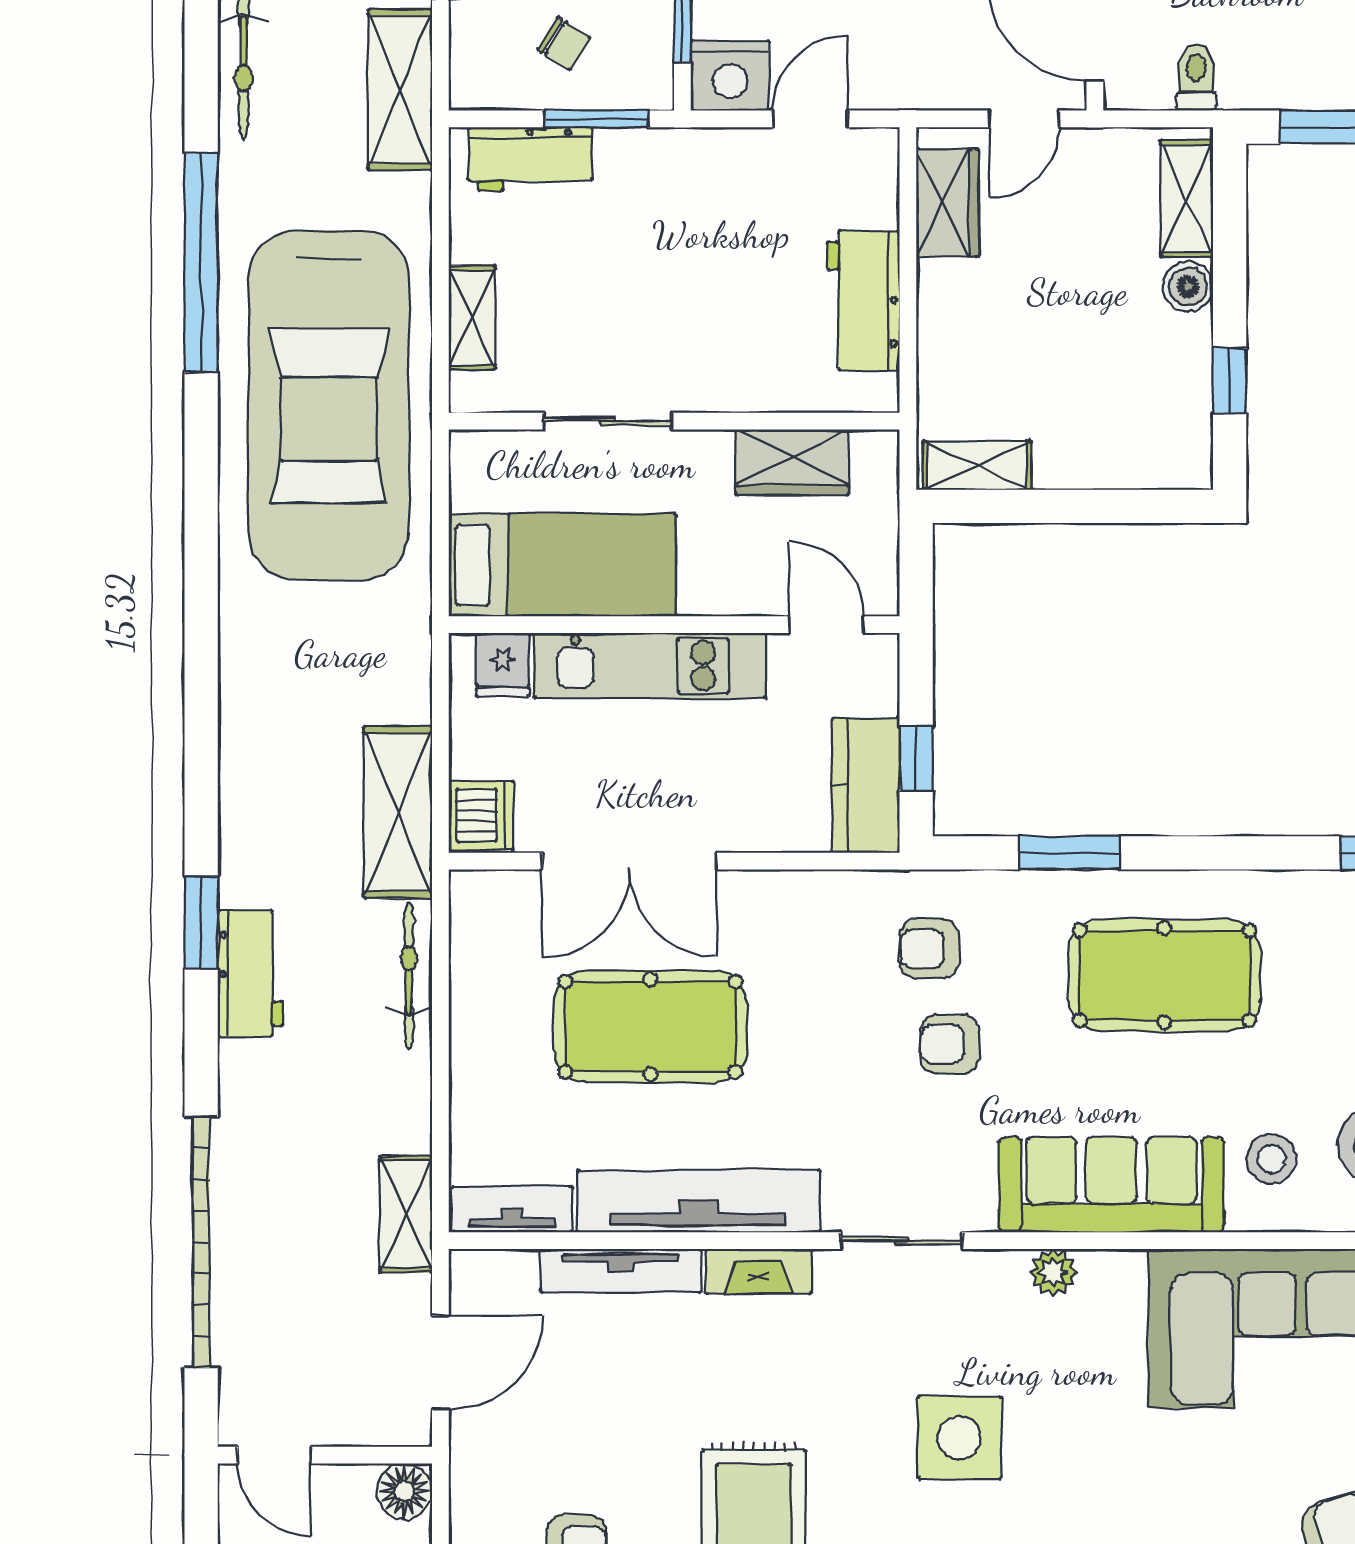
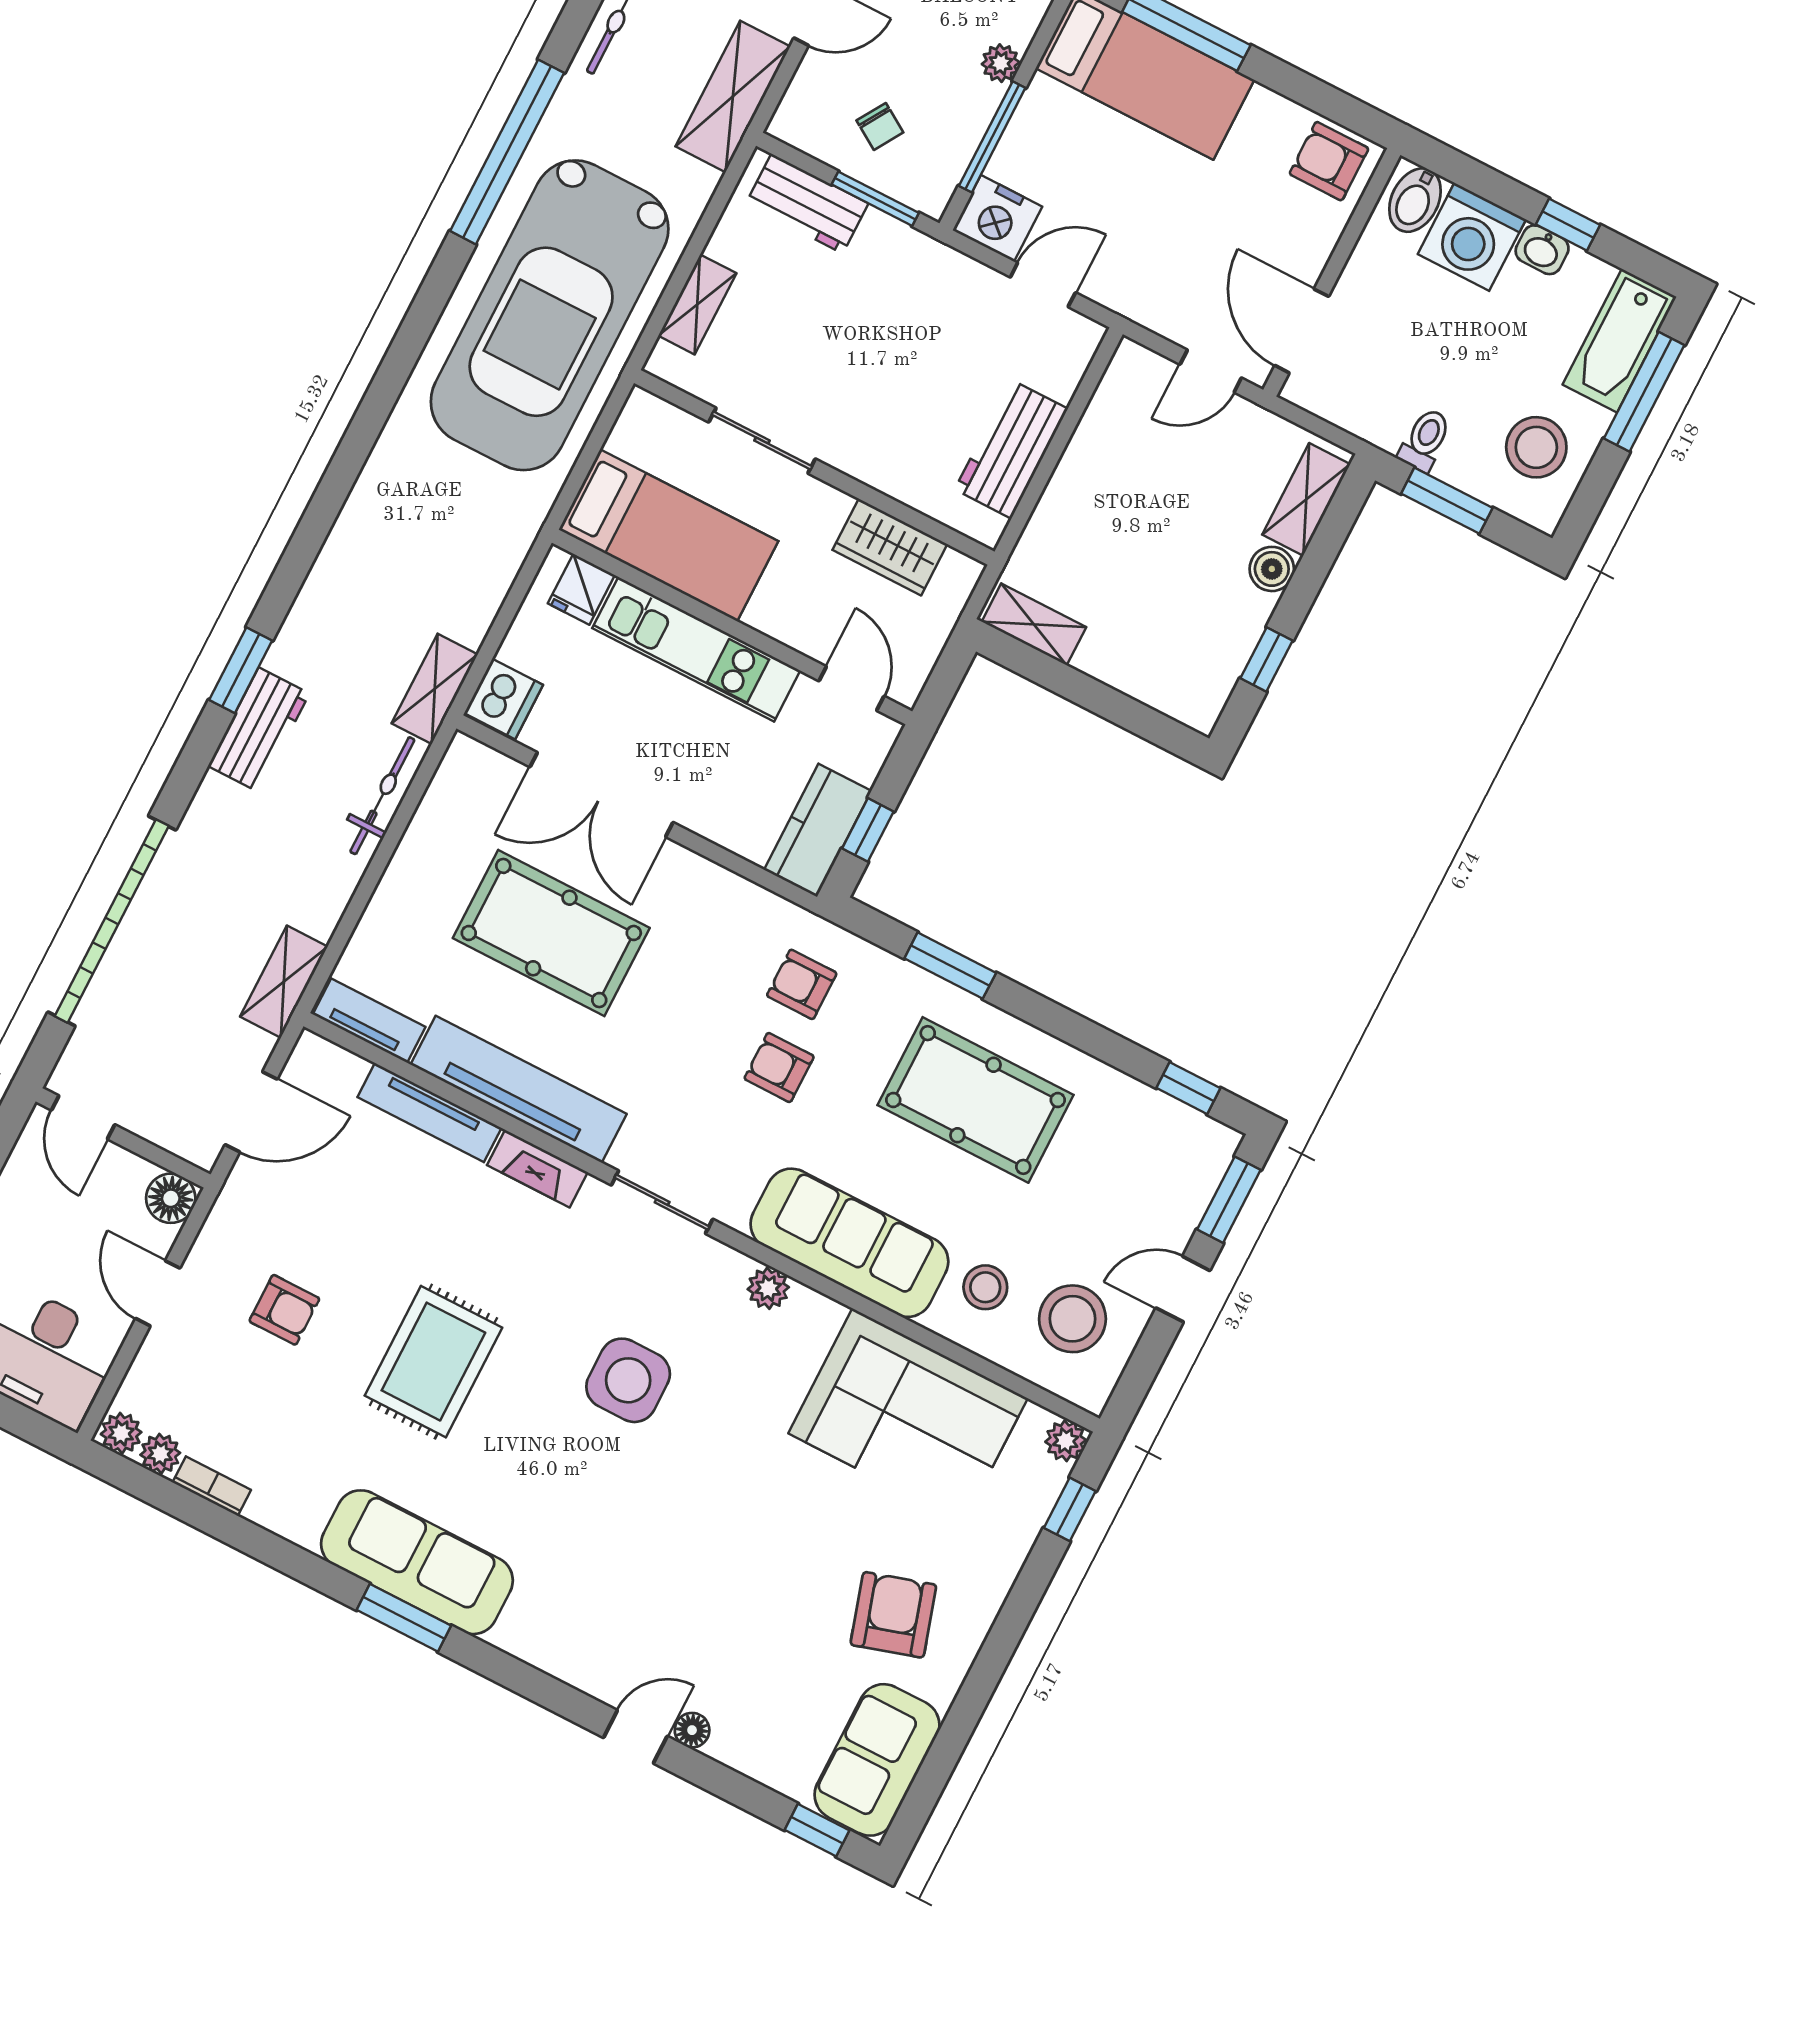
toilet: (1196, 77) -> (1425, 440), moved
wardrobe: (947, 203) -> (1117, 406), removed
shelving: (398, 812) -> (435, 689), width x0.67, depth x0.75

